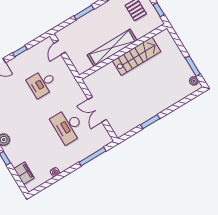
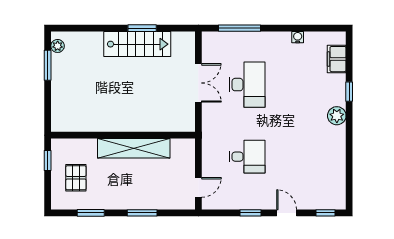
stairs: (137, 56) -> (137, 44), moved, turned 180

